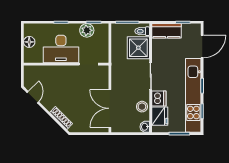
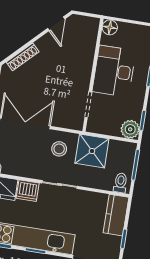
plant: (87, 30) -> (130, 129), moved
floor lamp: (29, 42) -> (110, 27), moved
shower: (138, 48) -> (92, 151), moved
door: (33, 97) -> (56, 24), hinge flipped
stool: (142, 107) -> (59, 149), moved

